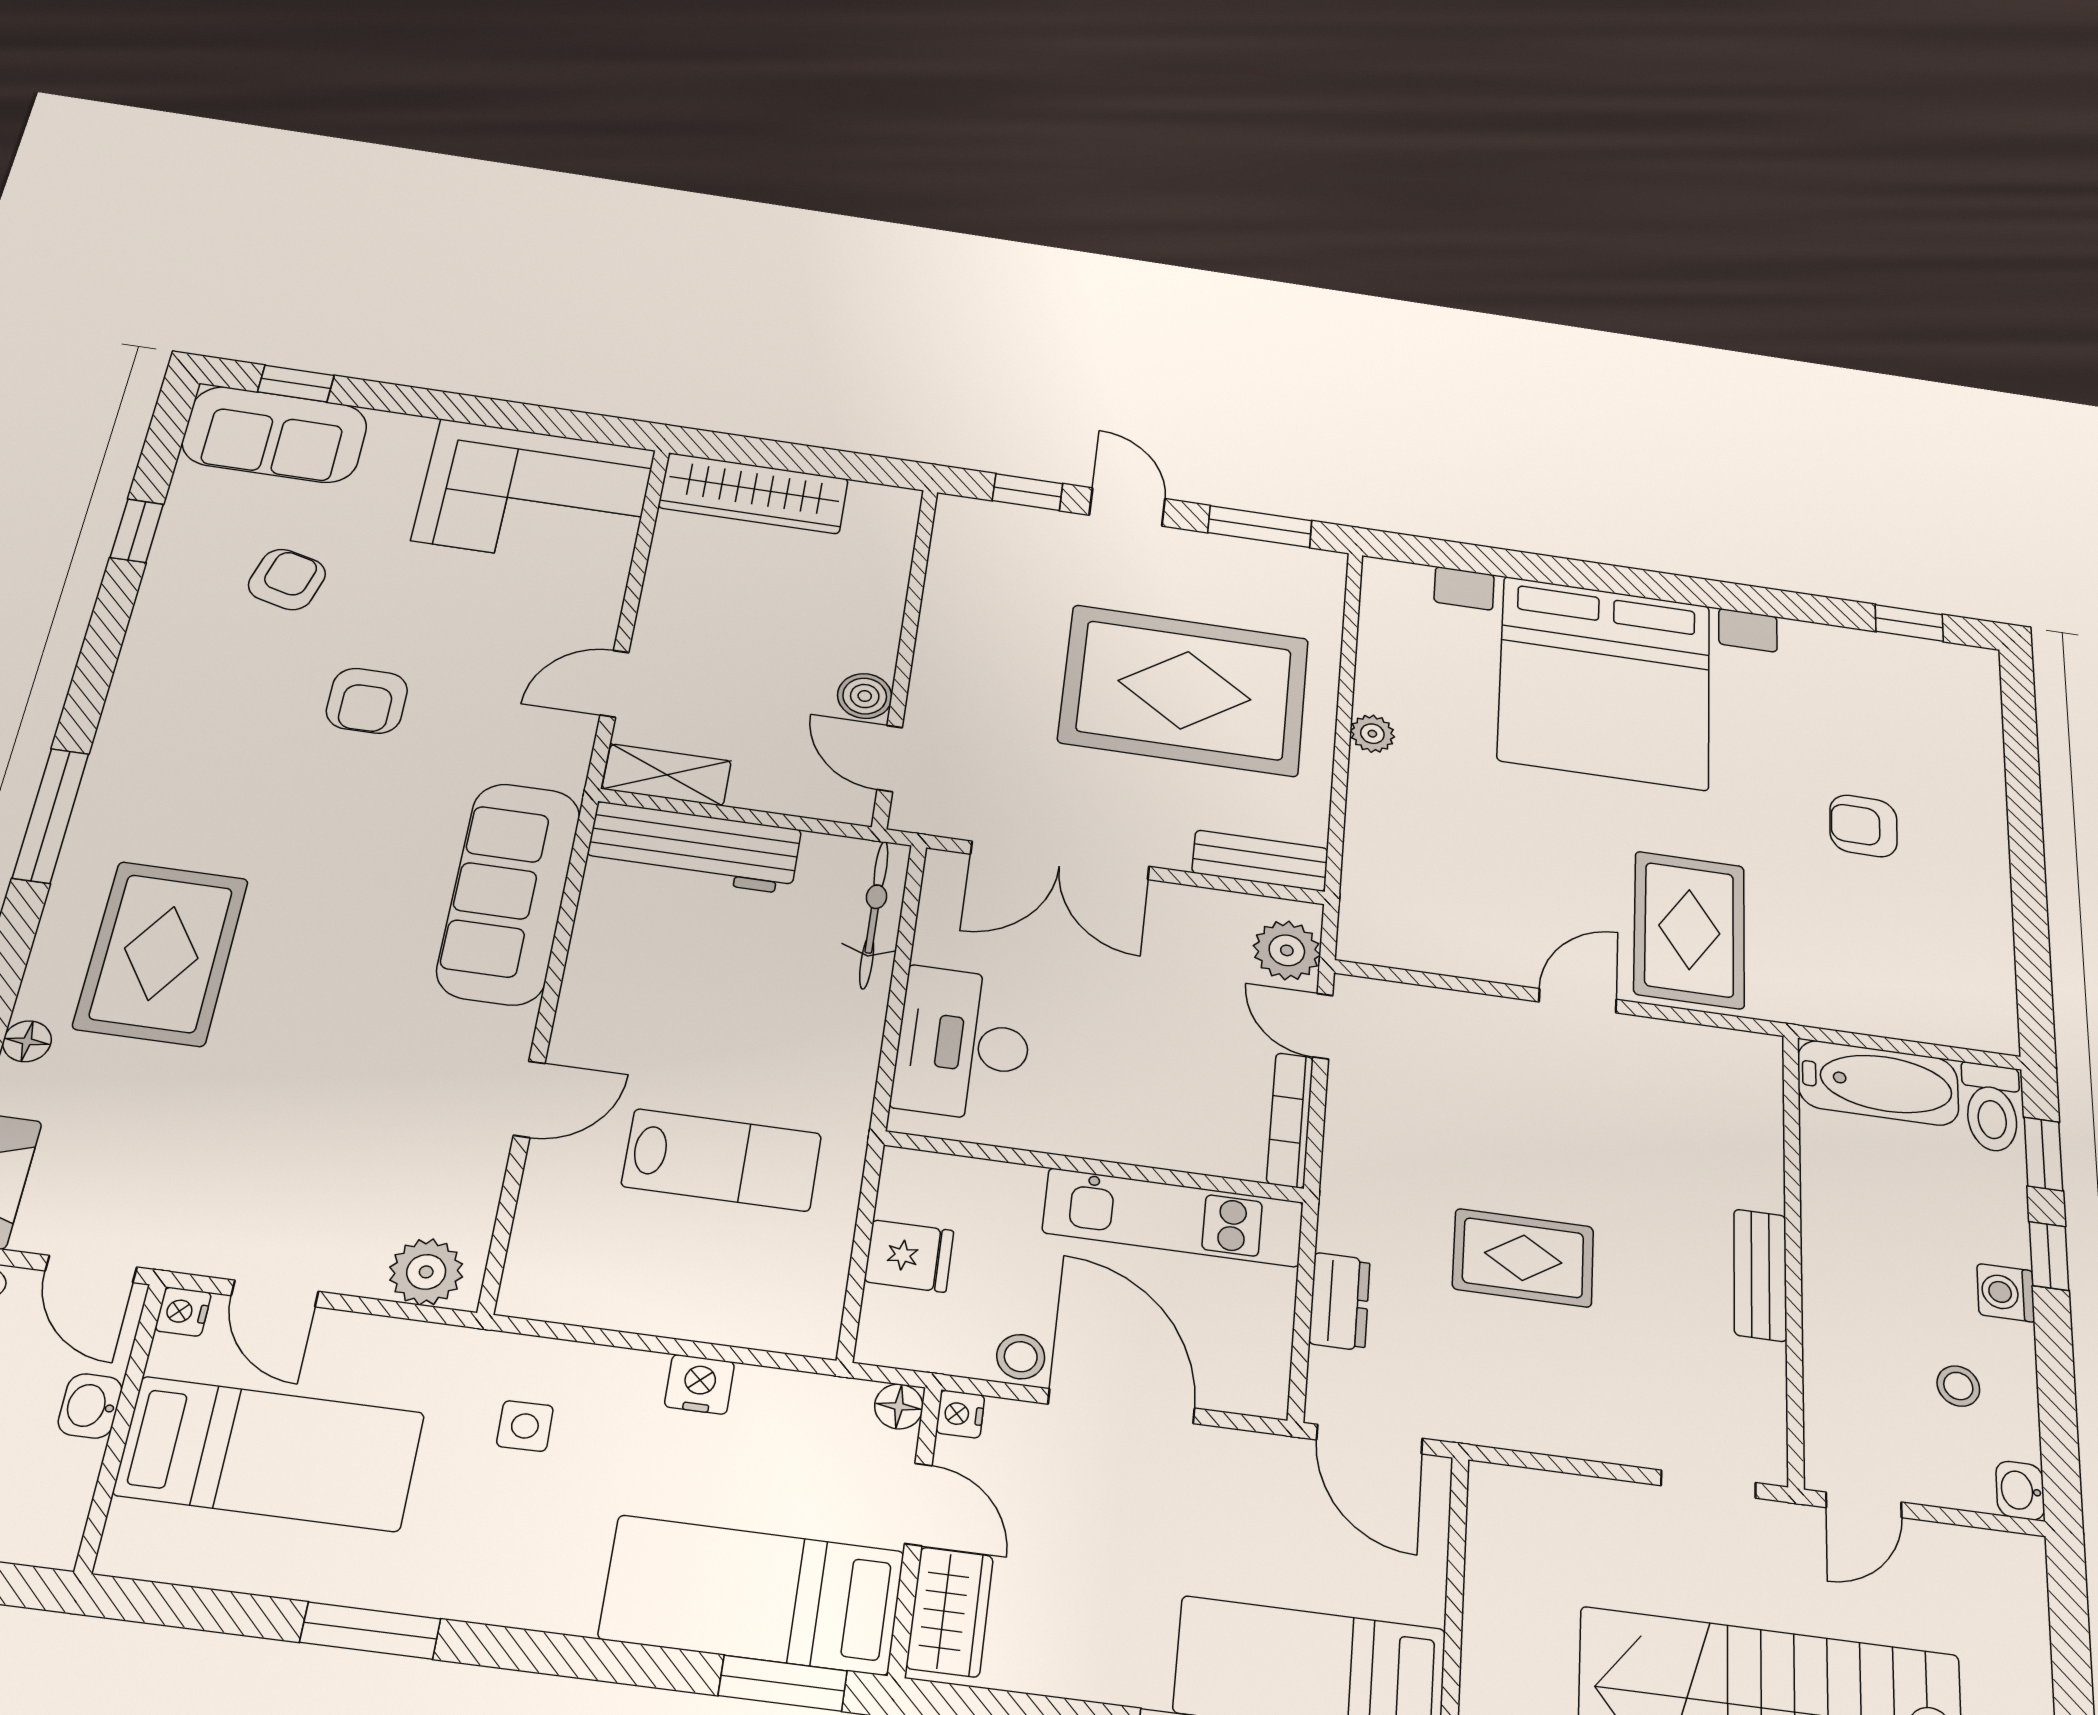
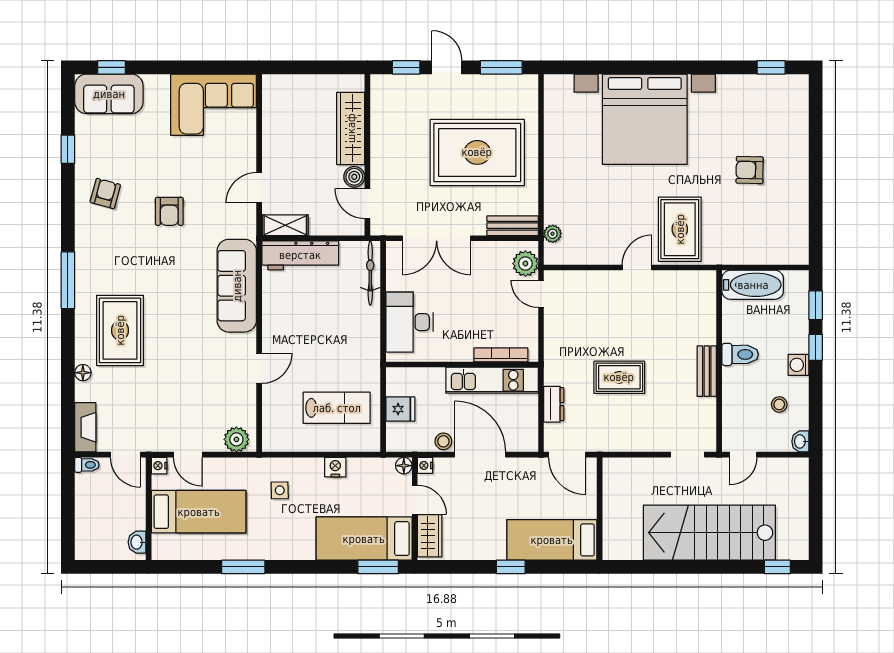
wardrobe: (754, 493) -> (351, 128), moved, turned 90
armchair: (287, 579) -> (105, 193), moved
plant: (1372, 734) -> (553, 234), moved
toilet: (1992, 1108) -> (740, 354), moved, turned -90
bookcase: (1290, 1120) -> (501, 355), moved, turned 90
lab bench: (722, 1160) -> (337, 408), moved
washbasin: (90, 1406) -> (137, 542), moved

